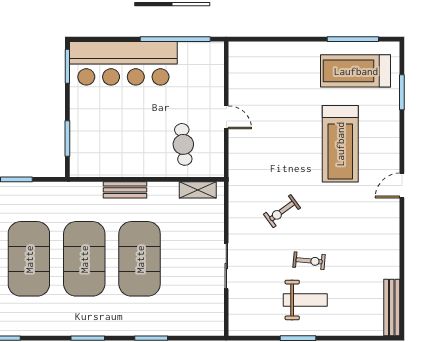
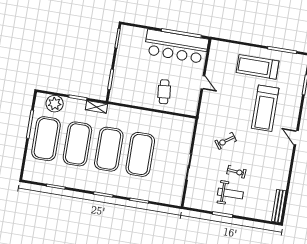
bar counter: (123, 63) -> (176, 46), moved
treadmill: (356, 71) -> (258, 67), moved
cafe table: (183, 144) -> (164, 92), moved
door: (402, 186) -> (296, 138), hinge flipped
bench: (125, 190) -> (139, 114), removed
shelving: (198, 190) -> (96, 107), moved

